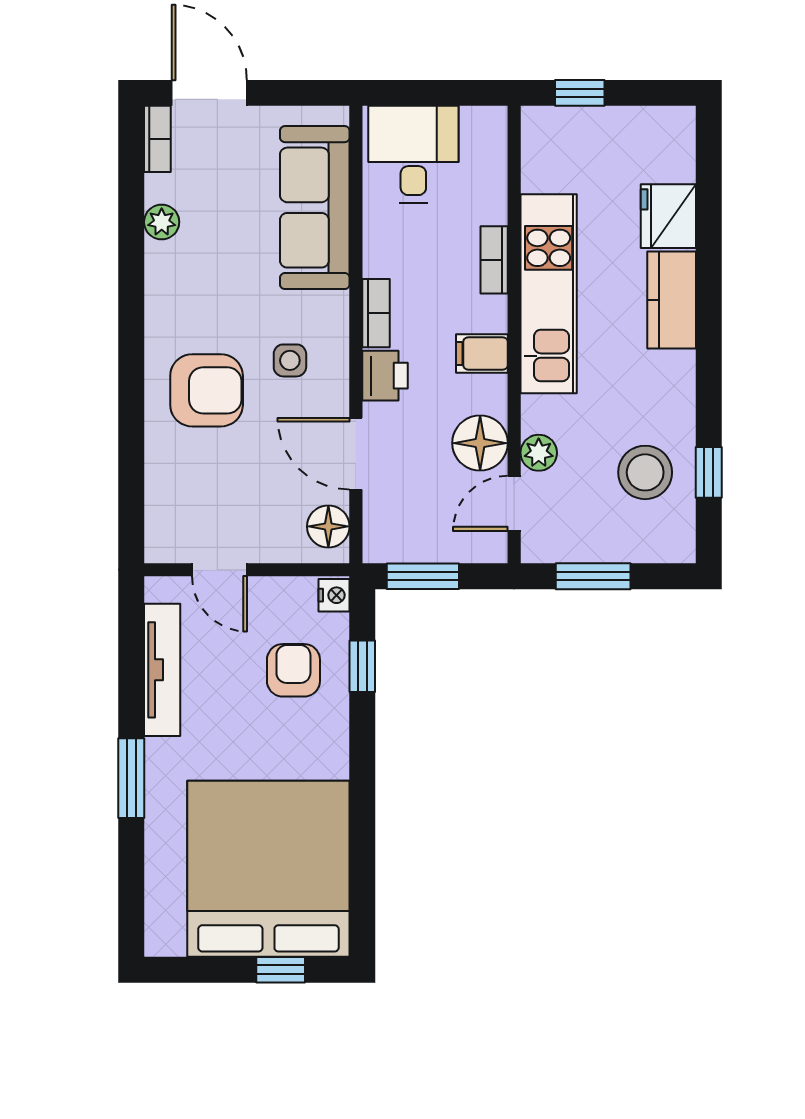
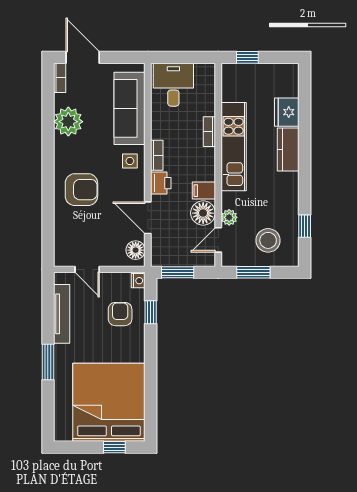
plant: (162, 222) -> (68, 122), width x1.88, depth x1.88
filing cabinet: (482, 353) -> (204, 191), moved
side table: (290, 360) -> (130, 161), moved
stool: (645, 472) -> (268, 240), moved

